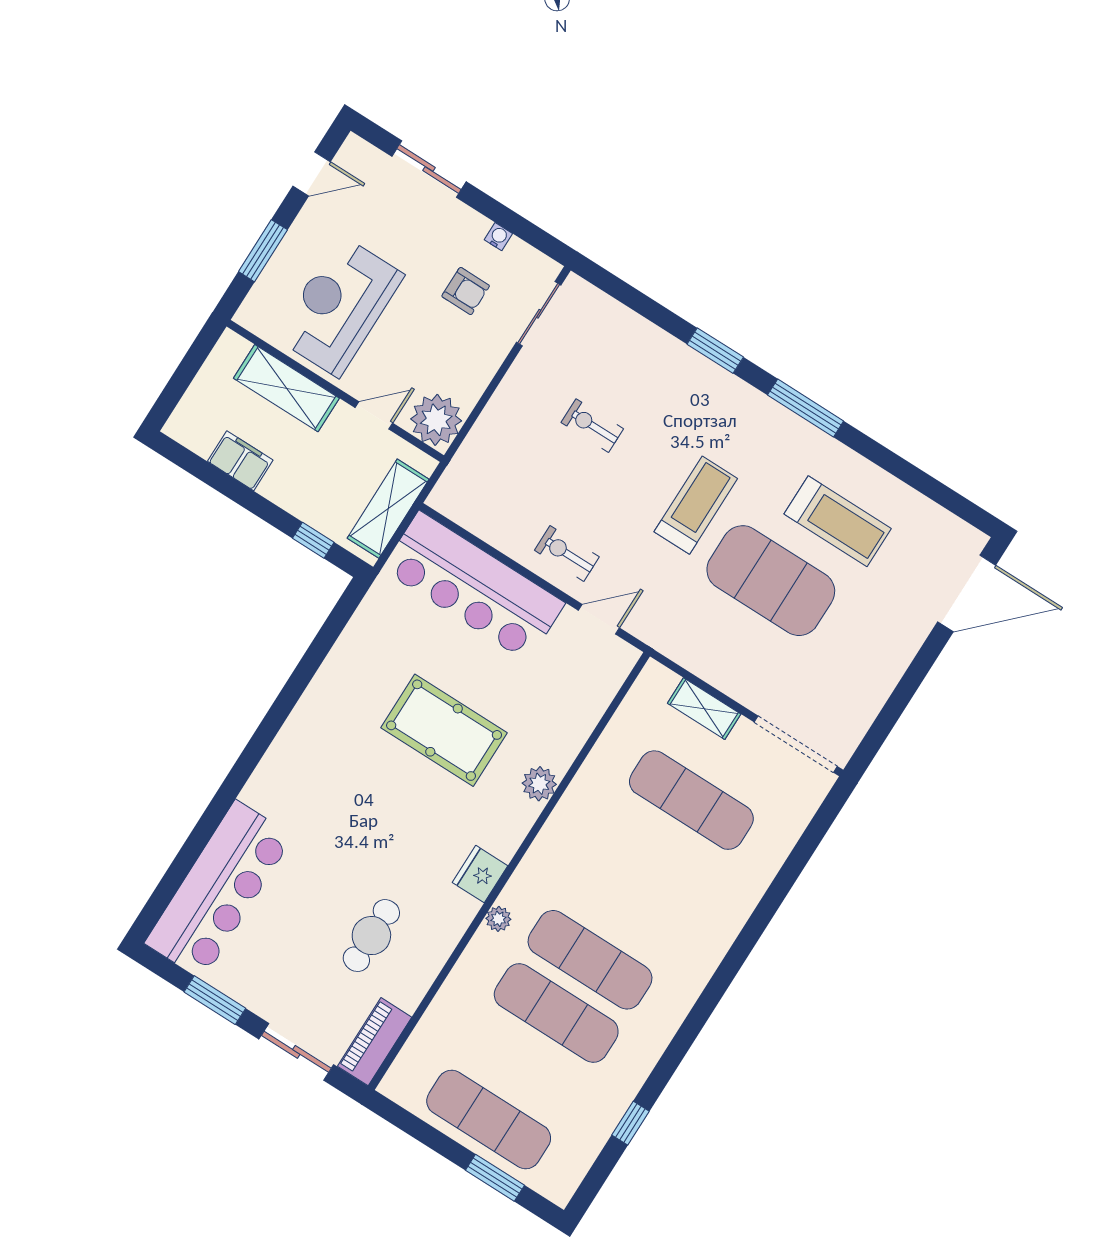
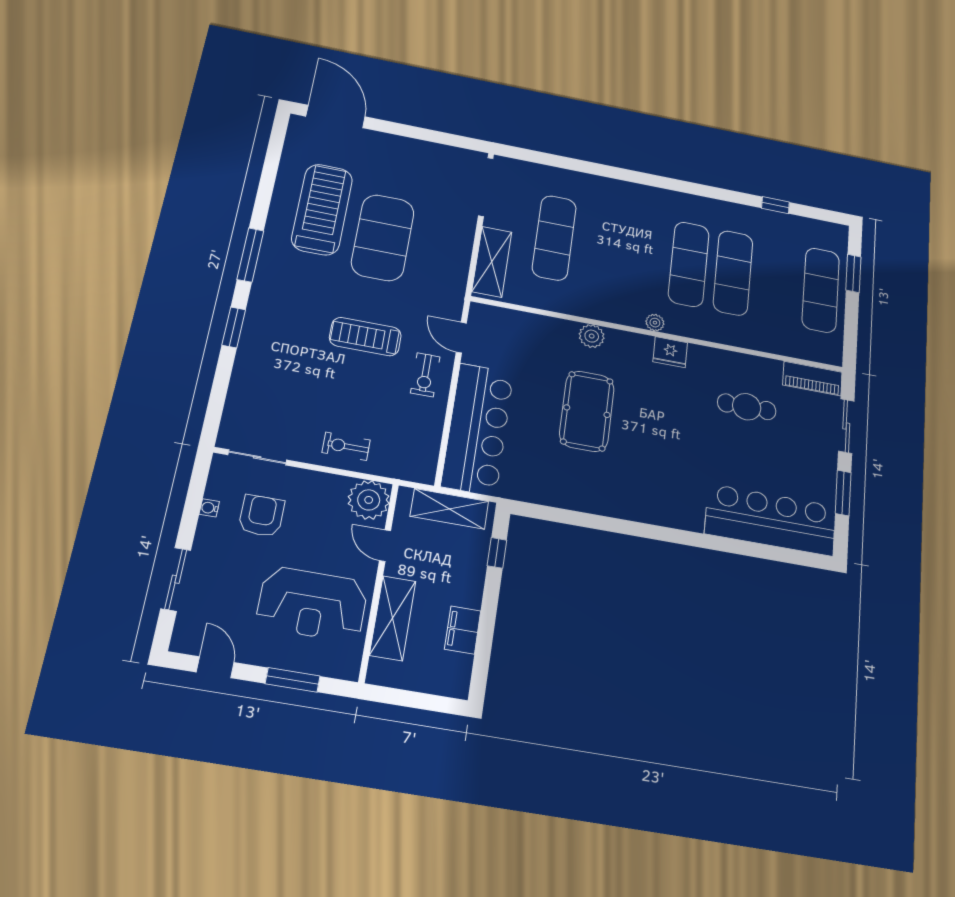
armchair: (466, 291) -> (262, 516), width x1.38, depth x1.38
exercise bike: (592, 426) -> (346, 446), moved, turned 90
treadmill: (696, 505) -> (365, 337), moved
treadmill: (838, 521) -> (322, 209), width x1.37, depth x1.38
shelving: (704, 709) -> (492, 262), width x1.50, depth x1.33
plant: (498, 919) -> (655, 323), moved

